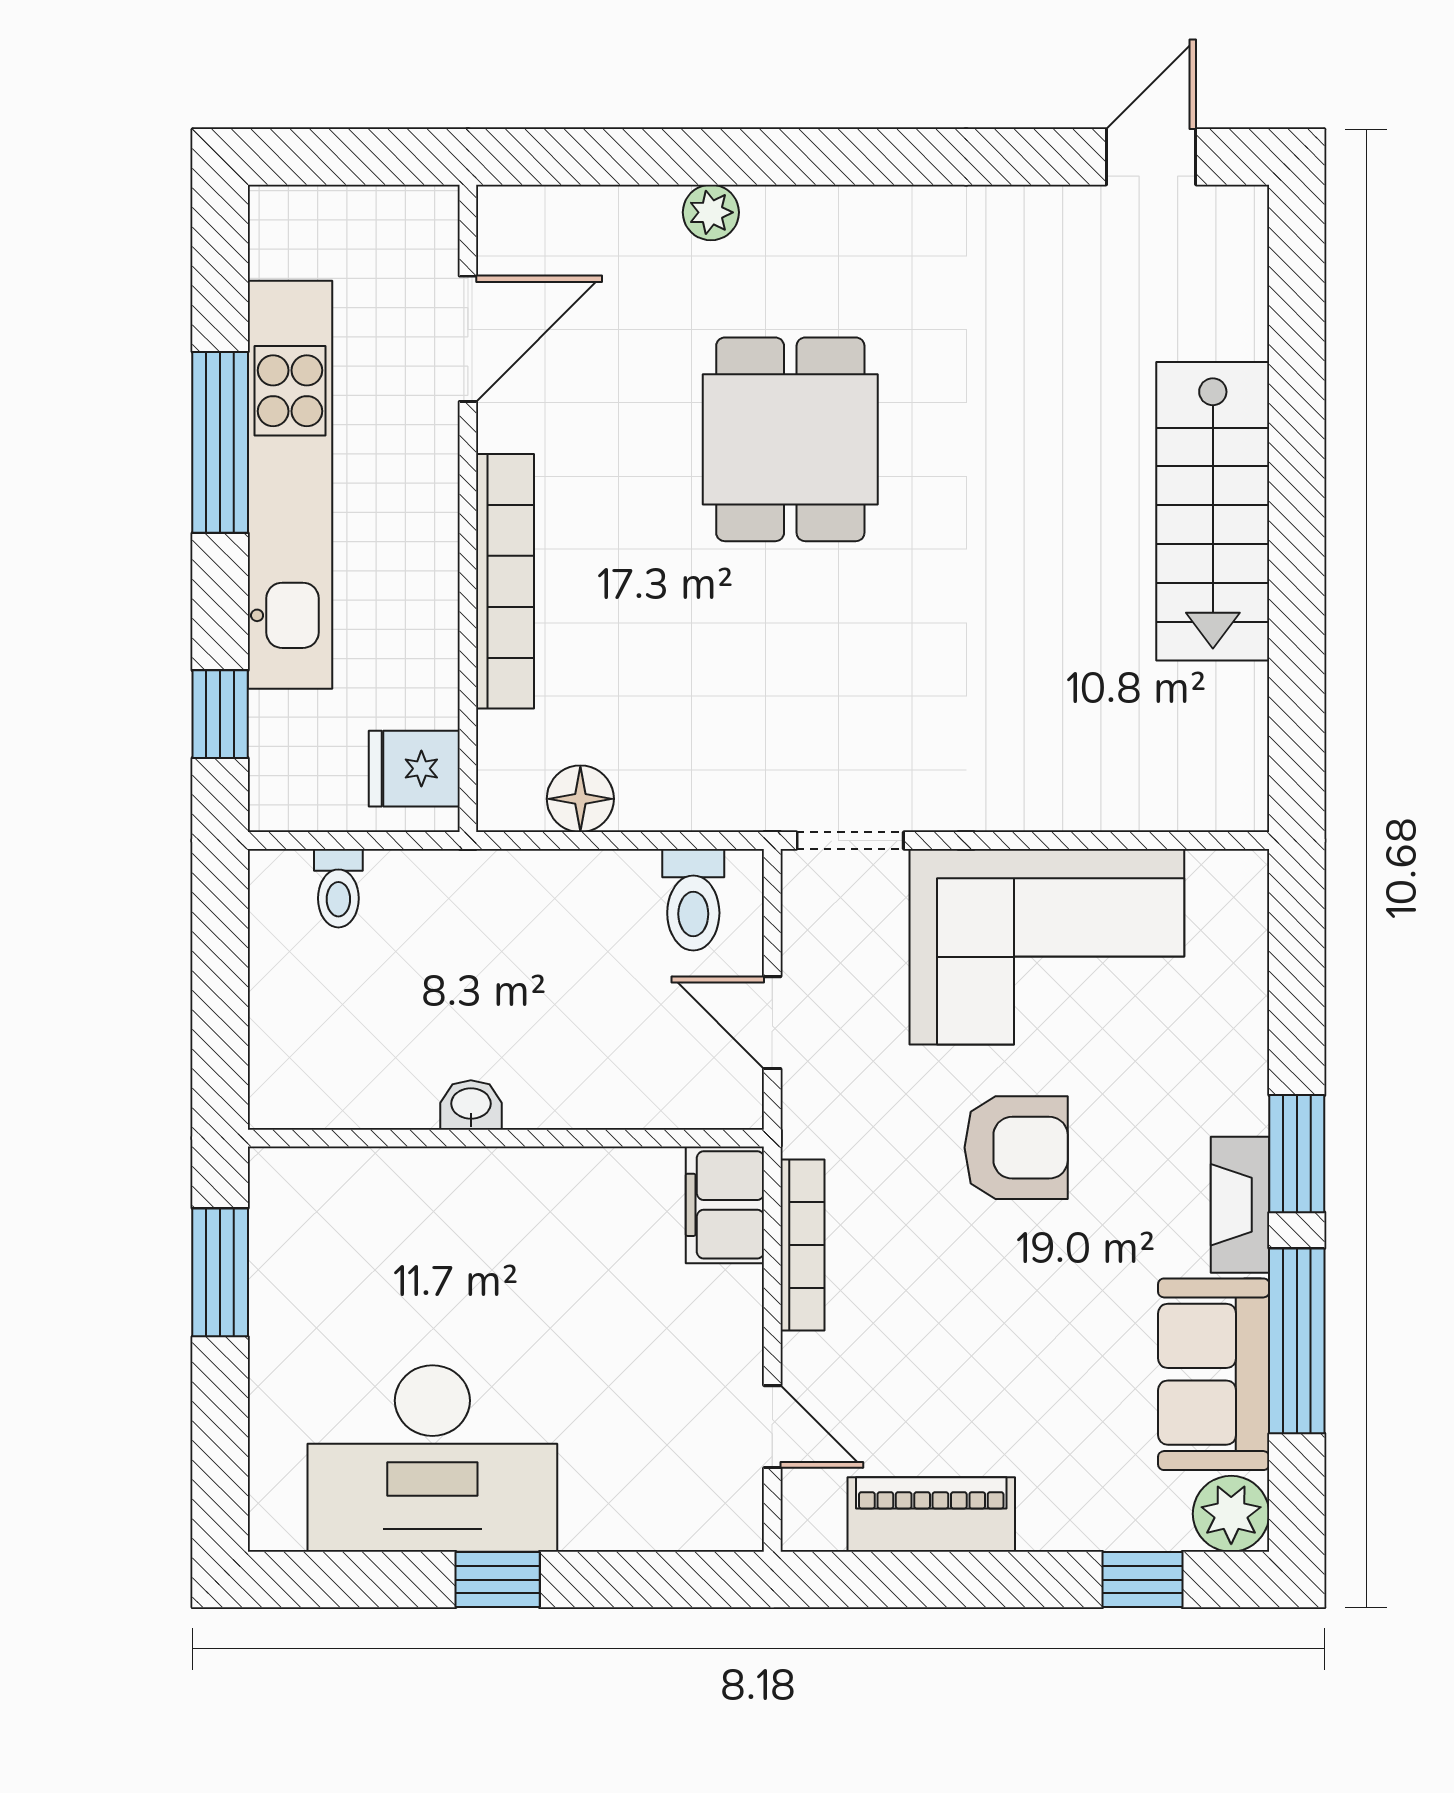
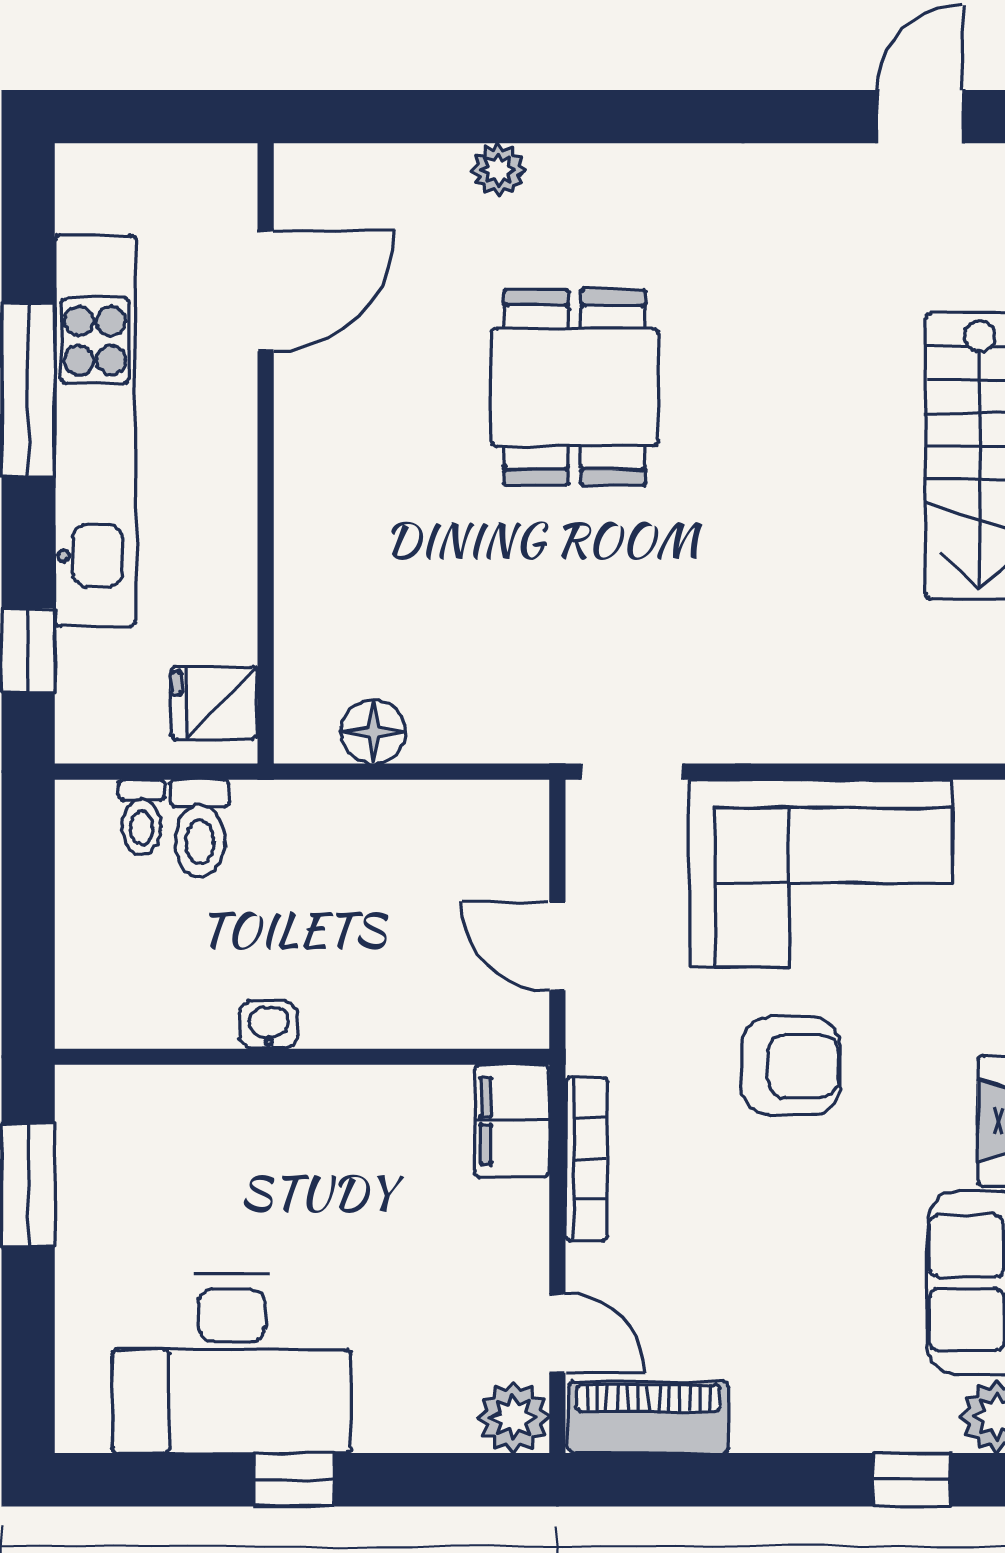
bookcase: (505, 581) -> (301, 523), removed
toilet: (693, 900) -> (200, 828), moved
plant: (727, 1514) -> (514, 1417), added
piano: (931, 1515) -> (648, 1417), moved

